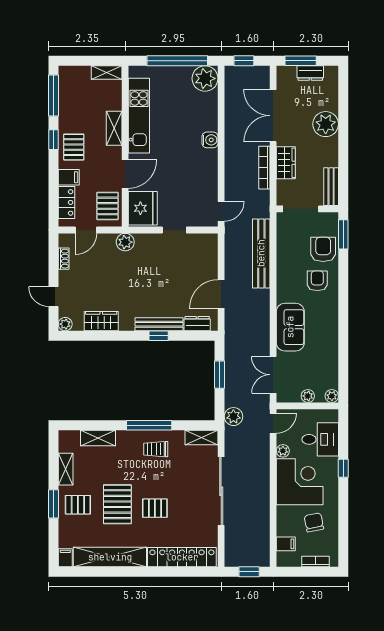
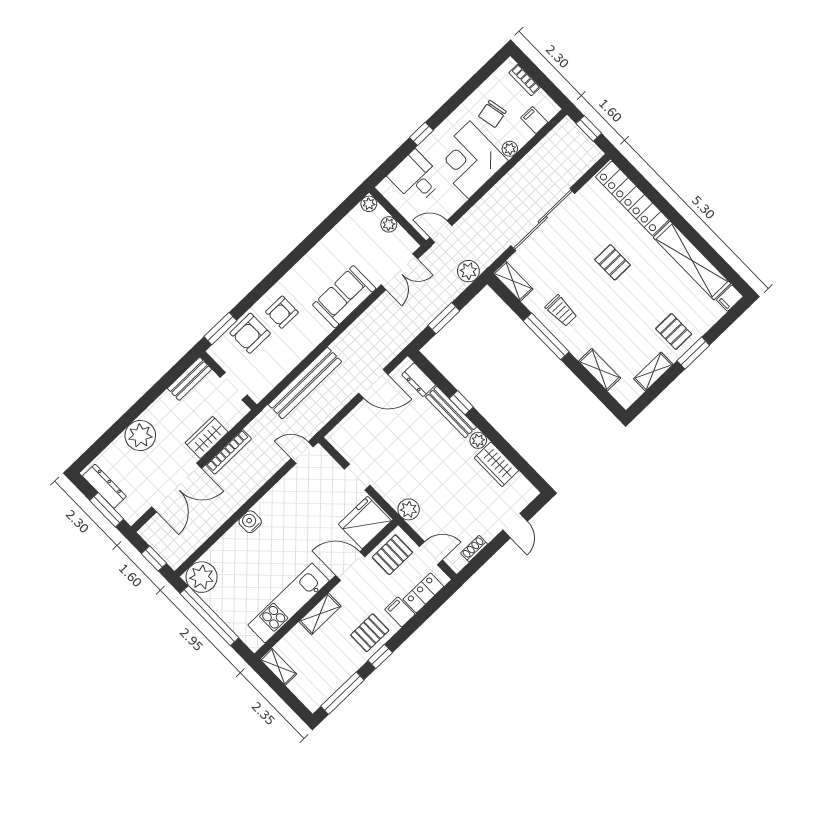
dresser: (310, 73) -> (104, 486), width x1.44
doorway: (301, 209) -> (234, 386), width x0.73
plant: (65, 324) -> (478, 440), moved
plant: (283, 451) -> (510, 149), moved
pallet: (117, 504) -> (640, 298), removed

